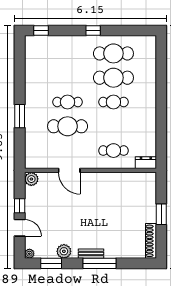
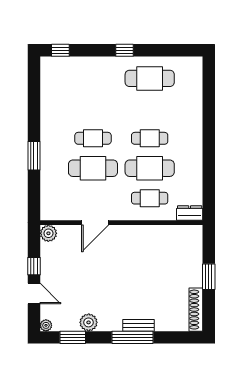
cafe table: (113, 78) -> (150, 168), moved
door: (69, 170) -> (95, 223), hinge flipped
bench: (91, 254) -> (139, 325), moved

